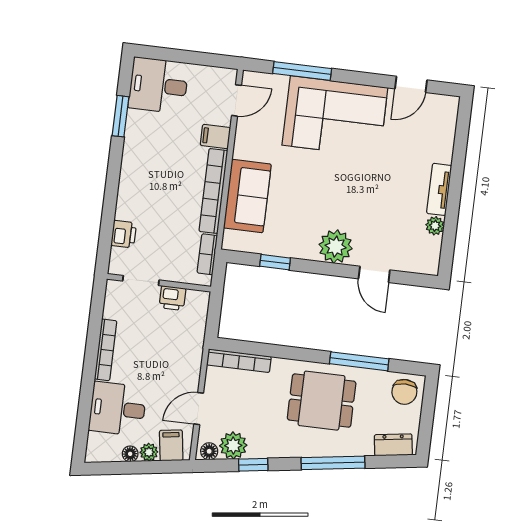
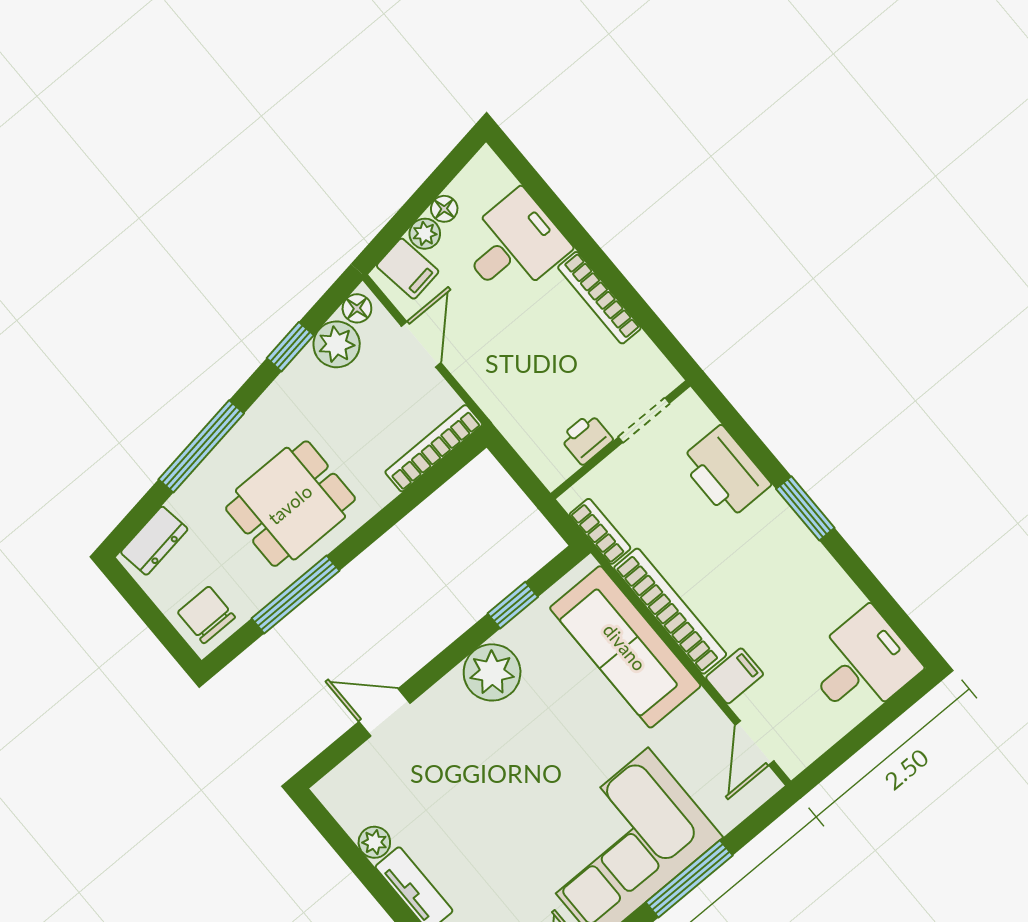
window: (302, 71) -> (689, 879), moved
window: (121, 116) -> (805, 508), moved
sofa: (247, 196) -> (625, 647), width x1.36
printer: (124, 234) -> (725, 472), width x1.87, depth x1.48
plant: (336, 247) -> (492, 672), moved

